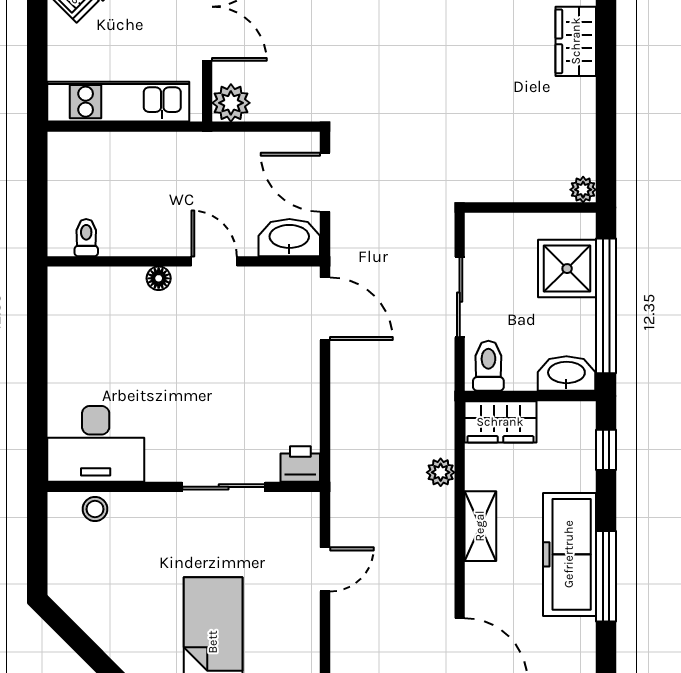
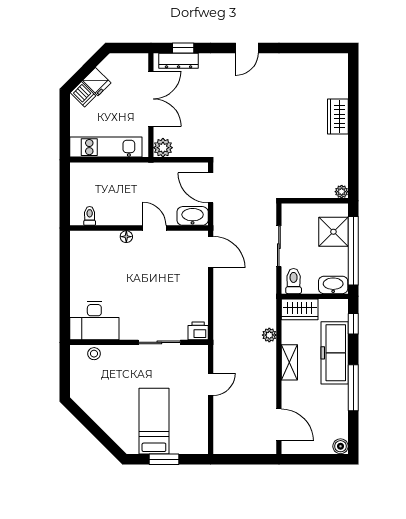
freezer: (569, 554) -> (335, 353), moved

